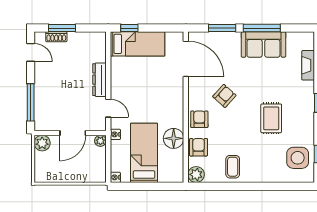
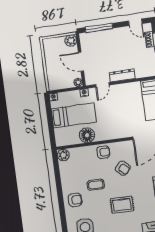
door: (31, 52) -> (135, 22), hinge flipped
rug: (271, 118) -> (122, 205), moved
armchair: (199, 147) -> (75, 200), moved
coffee table: (233, 167) -> (96, 185), moved

